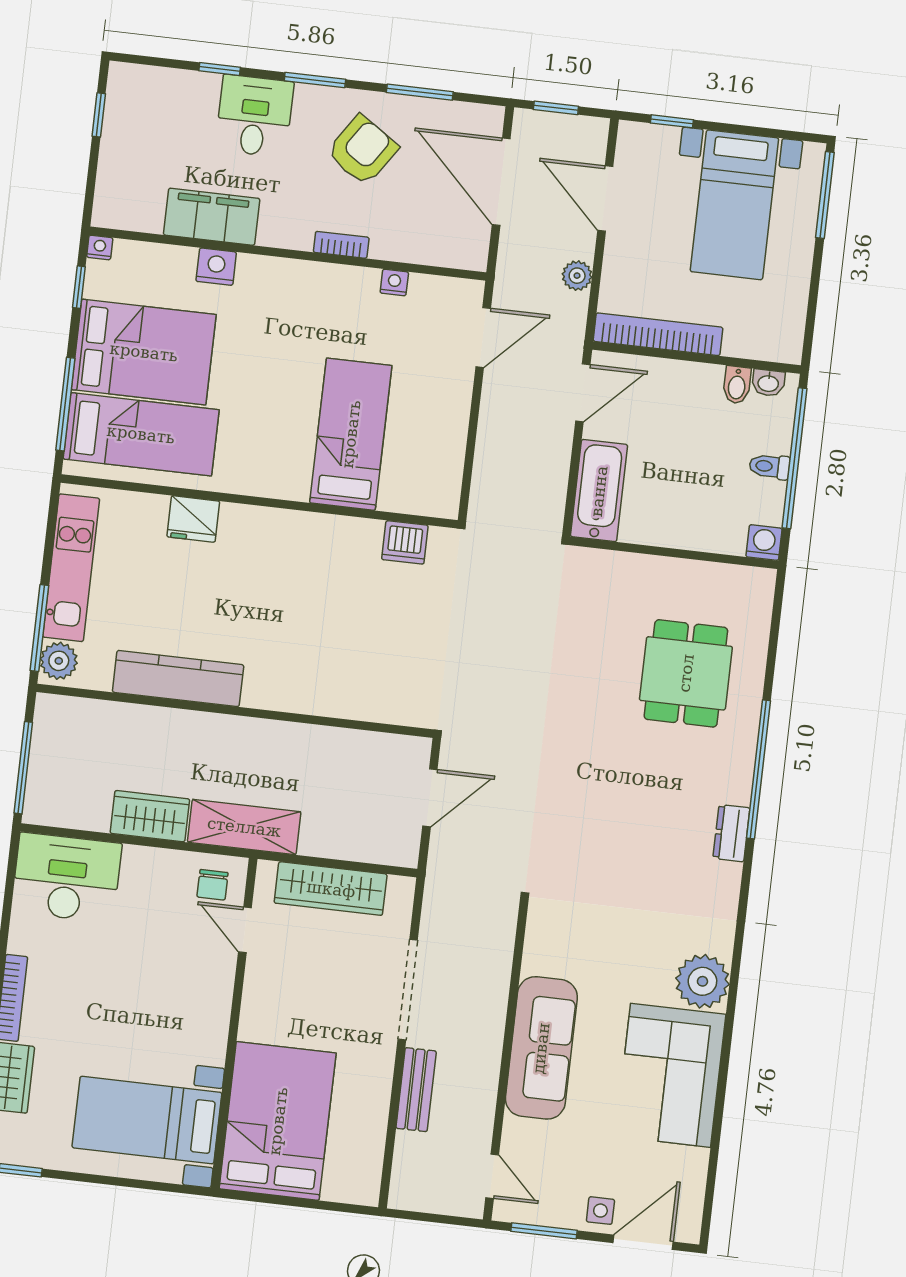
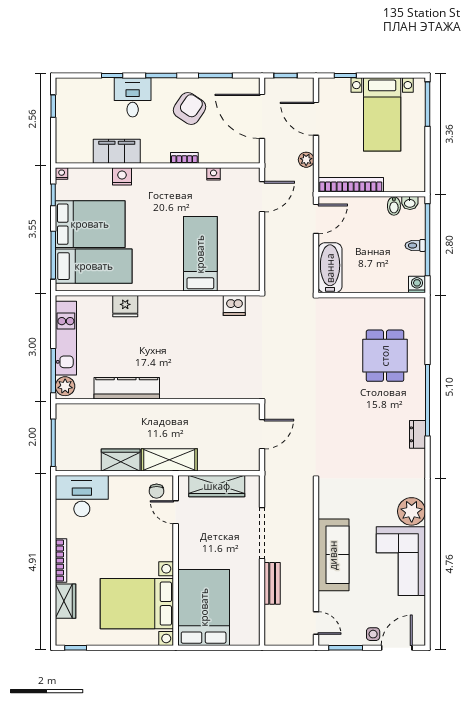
bed with nightstands: (147, 1120) -> (137, 604), width x1.36

